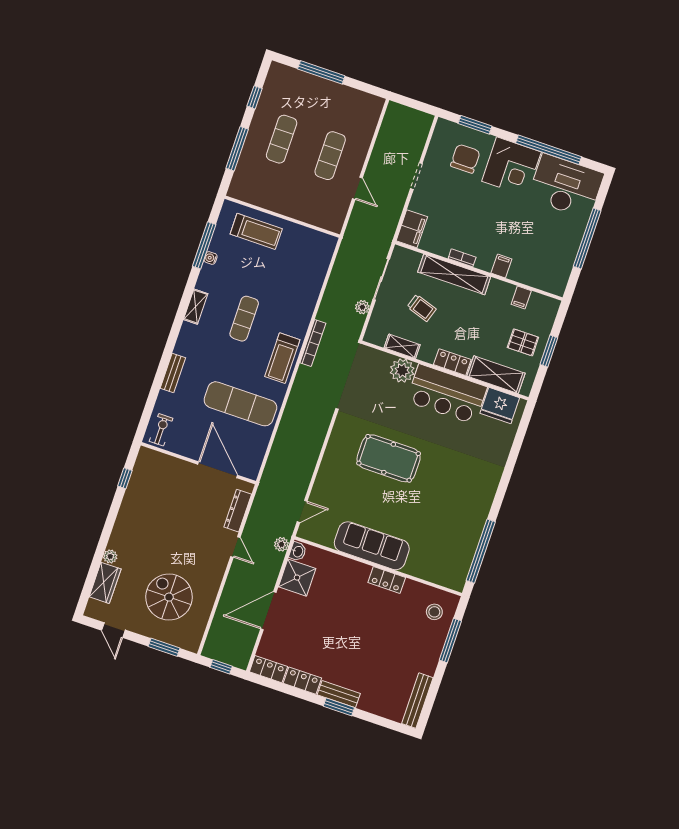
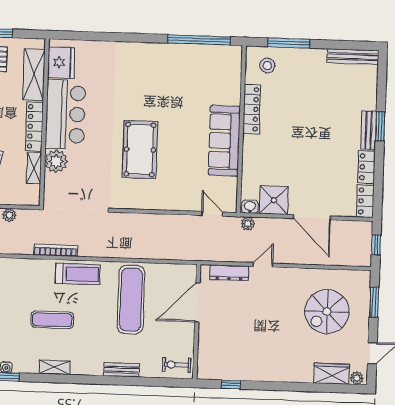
locker: (452, 362) -> (34, 126), width x1.53
plant: (110, 556) -> (357, 378), moved
locker: (387, 580) -> (252, 109), width x1.53

